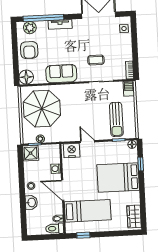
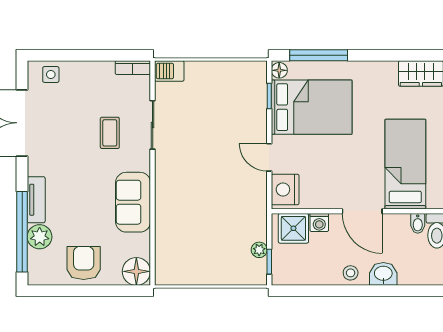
plant: (30, 28) -> (40, 237), moved
armchair: (29, 50) -> (84, 263), turned -90
parasol: (42, 109) -> (200, 244), removed
sun lounger: (116, 119) -> (229, 99), removed
door: (88, 142) -> (269, 157), hinge flipped
shower: (31, 153) -> (293, 228), moved
window: (141, 164) -> (319, 55), width x2.17
bed: (118, 178) -> (312, 107), moved, turned -90
door: (63, 190) -> (362, 211), hinge flipped

